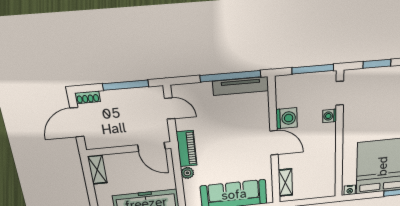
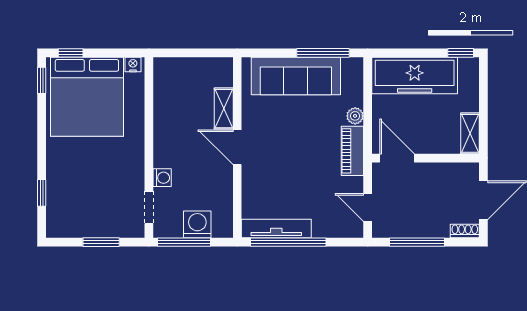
washing machine: (287, 118) -> (197, 224), moved, turned 90
shelving: (285, 183) -> (224, 109), moved

